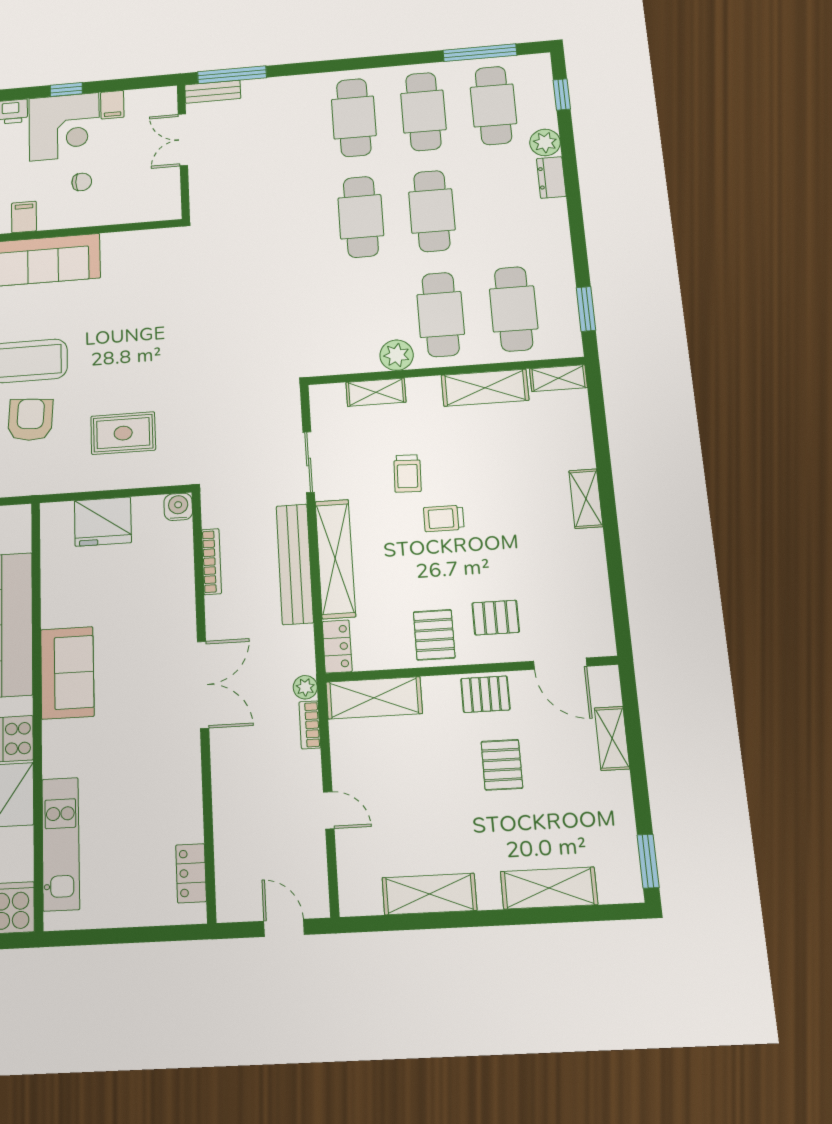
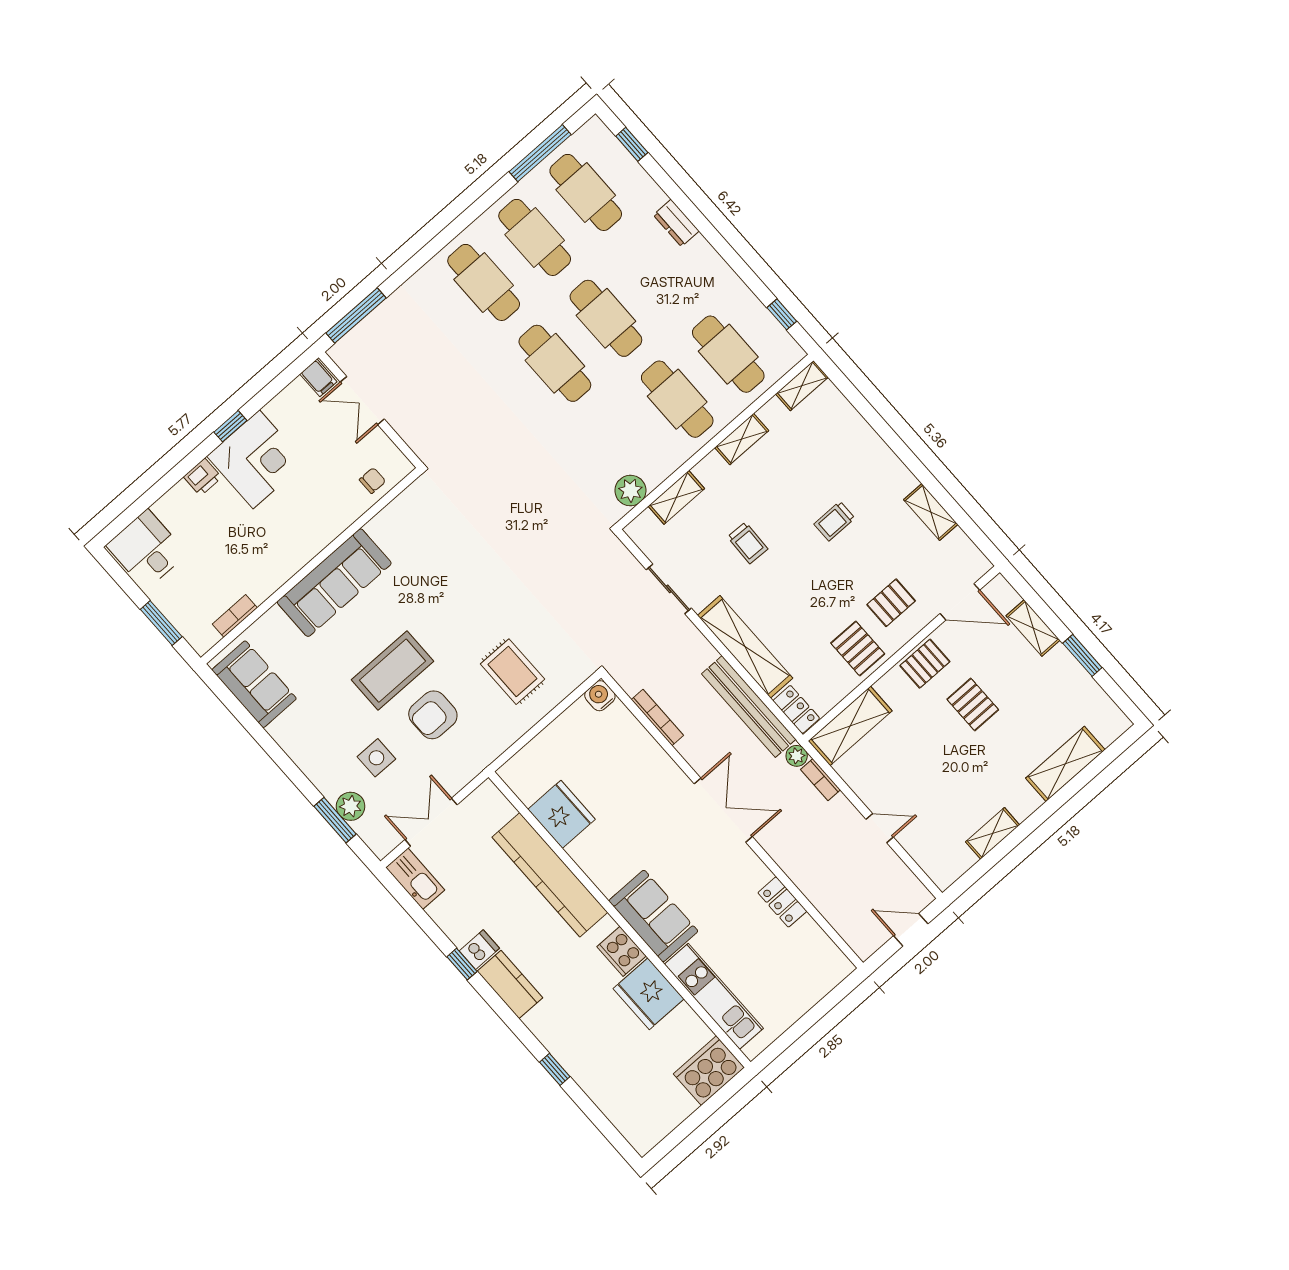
bench: (213, 92) -> (352, 342), removed
filing cabinet: (112, 105) -> (318, 378), moved
plant: (545, 142) -> (649, 196), removed
chair: (82, 182) -> (372, 481), moved
filing cabinet: (24, 217) -> (289, 559), removed
window: (586, 309) -> (782, 314), width x0.67
plant: (397, 355) -> (630, 491), moved
shelving: (485, 388) -> (742, 439), width x0.67, depth x0.75
armchair: (30, 420) -> (433, 715), turned -94
rug: (123, 433) -> (512, 672), turned 90
shelving: (586, 499) -> (931, 512), moved
trolley: (444, 518) -> (834, 521), moved
fridge: (103, 522) -> (562, 814), moved, turned -90
bench: (295, 564) -> (749, 707), moved
sofa: (67, 673) -> (653, 916), moved
window: (648, 861) -> (1082, 655), moved
locker: (191, 873) -> (782, 902), moved
shelving: (429, 894) -> (993, 833), width x0.67, depth x0.75

